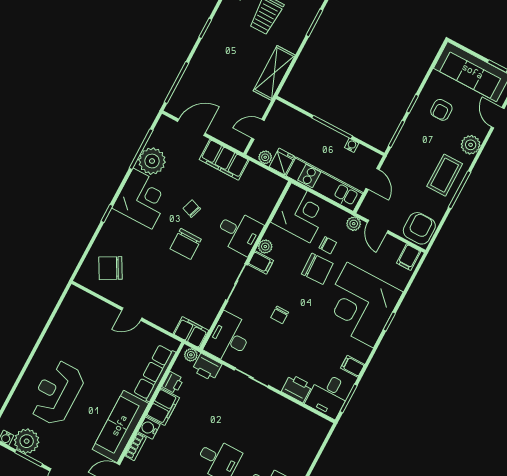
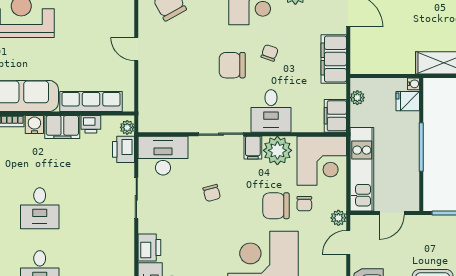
door: (258, 129) -> (381, 76), removed
water cooler: (352, 145) -> (414, 84), moved
fridge: (282, 162) -> (408, 101), moved, turned 180
plant: (265, 247) -> (277, 150), width x1.87, depth x1.87
chair: (317, 269) -> (276, 206), turned 92
chair: (280, 315) -> (212, 193), turned -105
filing cabinet: (191, 332) -> (335, 116), moved, turned 180

